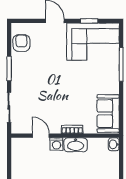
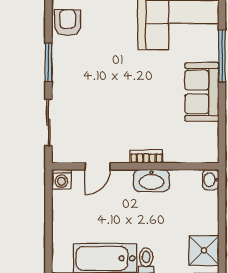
sofa: (108, 114) -> (202, 92), moved
door: (41, 136) -> (98, 166), swing flipped
washing machine: (56, 144) -> (61, 179), moved

